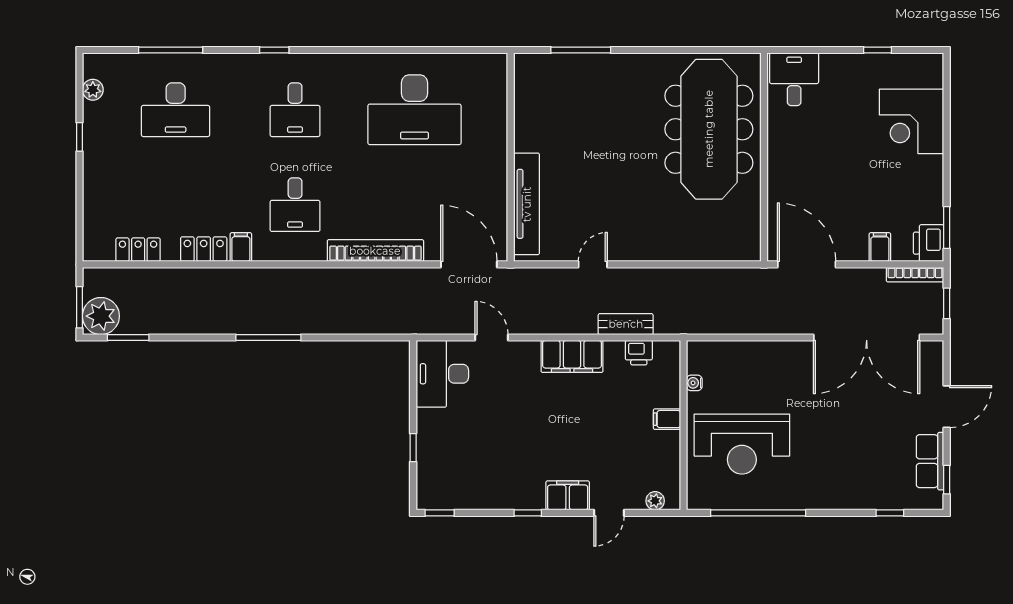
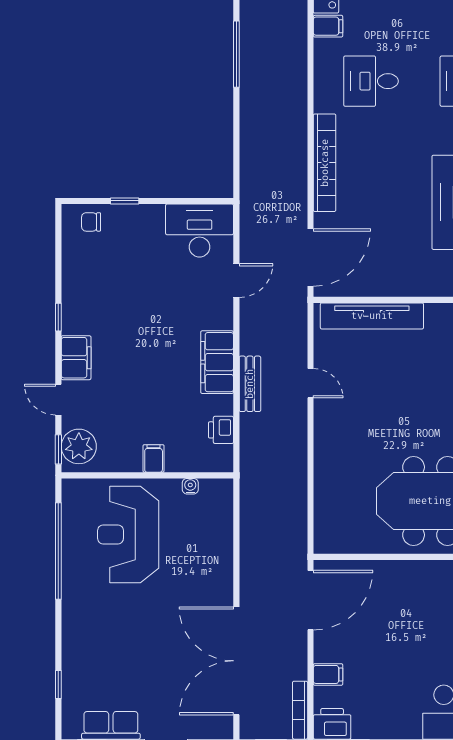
bench: (626, 324) -> (250, 384), moved
chair: (434, 481) -> (91, 222), added
plant: (655, 501) -> (79, 446), width x1.88, depth x1.88
window: (440, 513) -> (58, 449), moved

